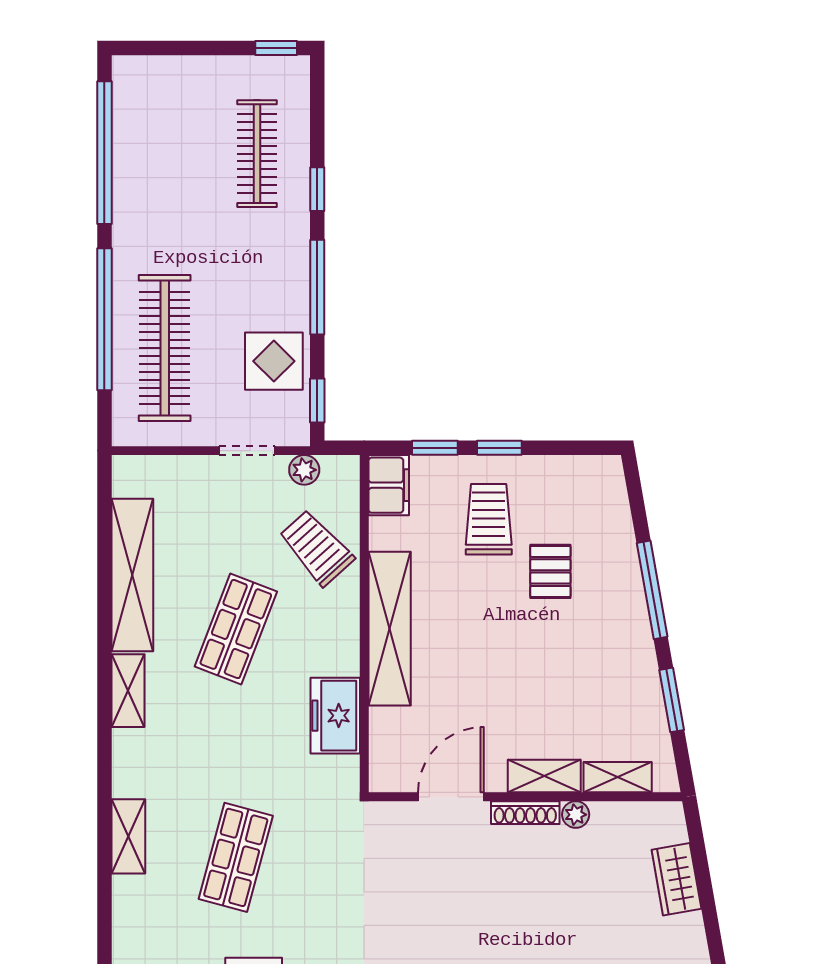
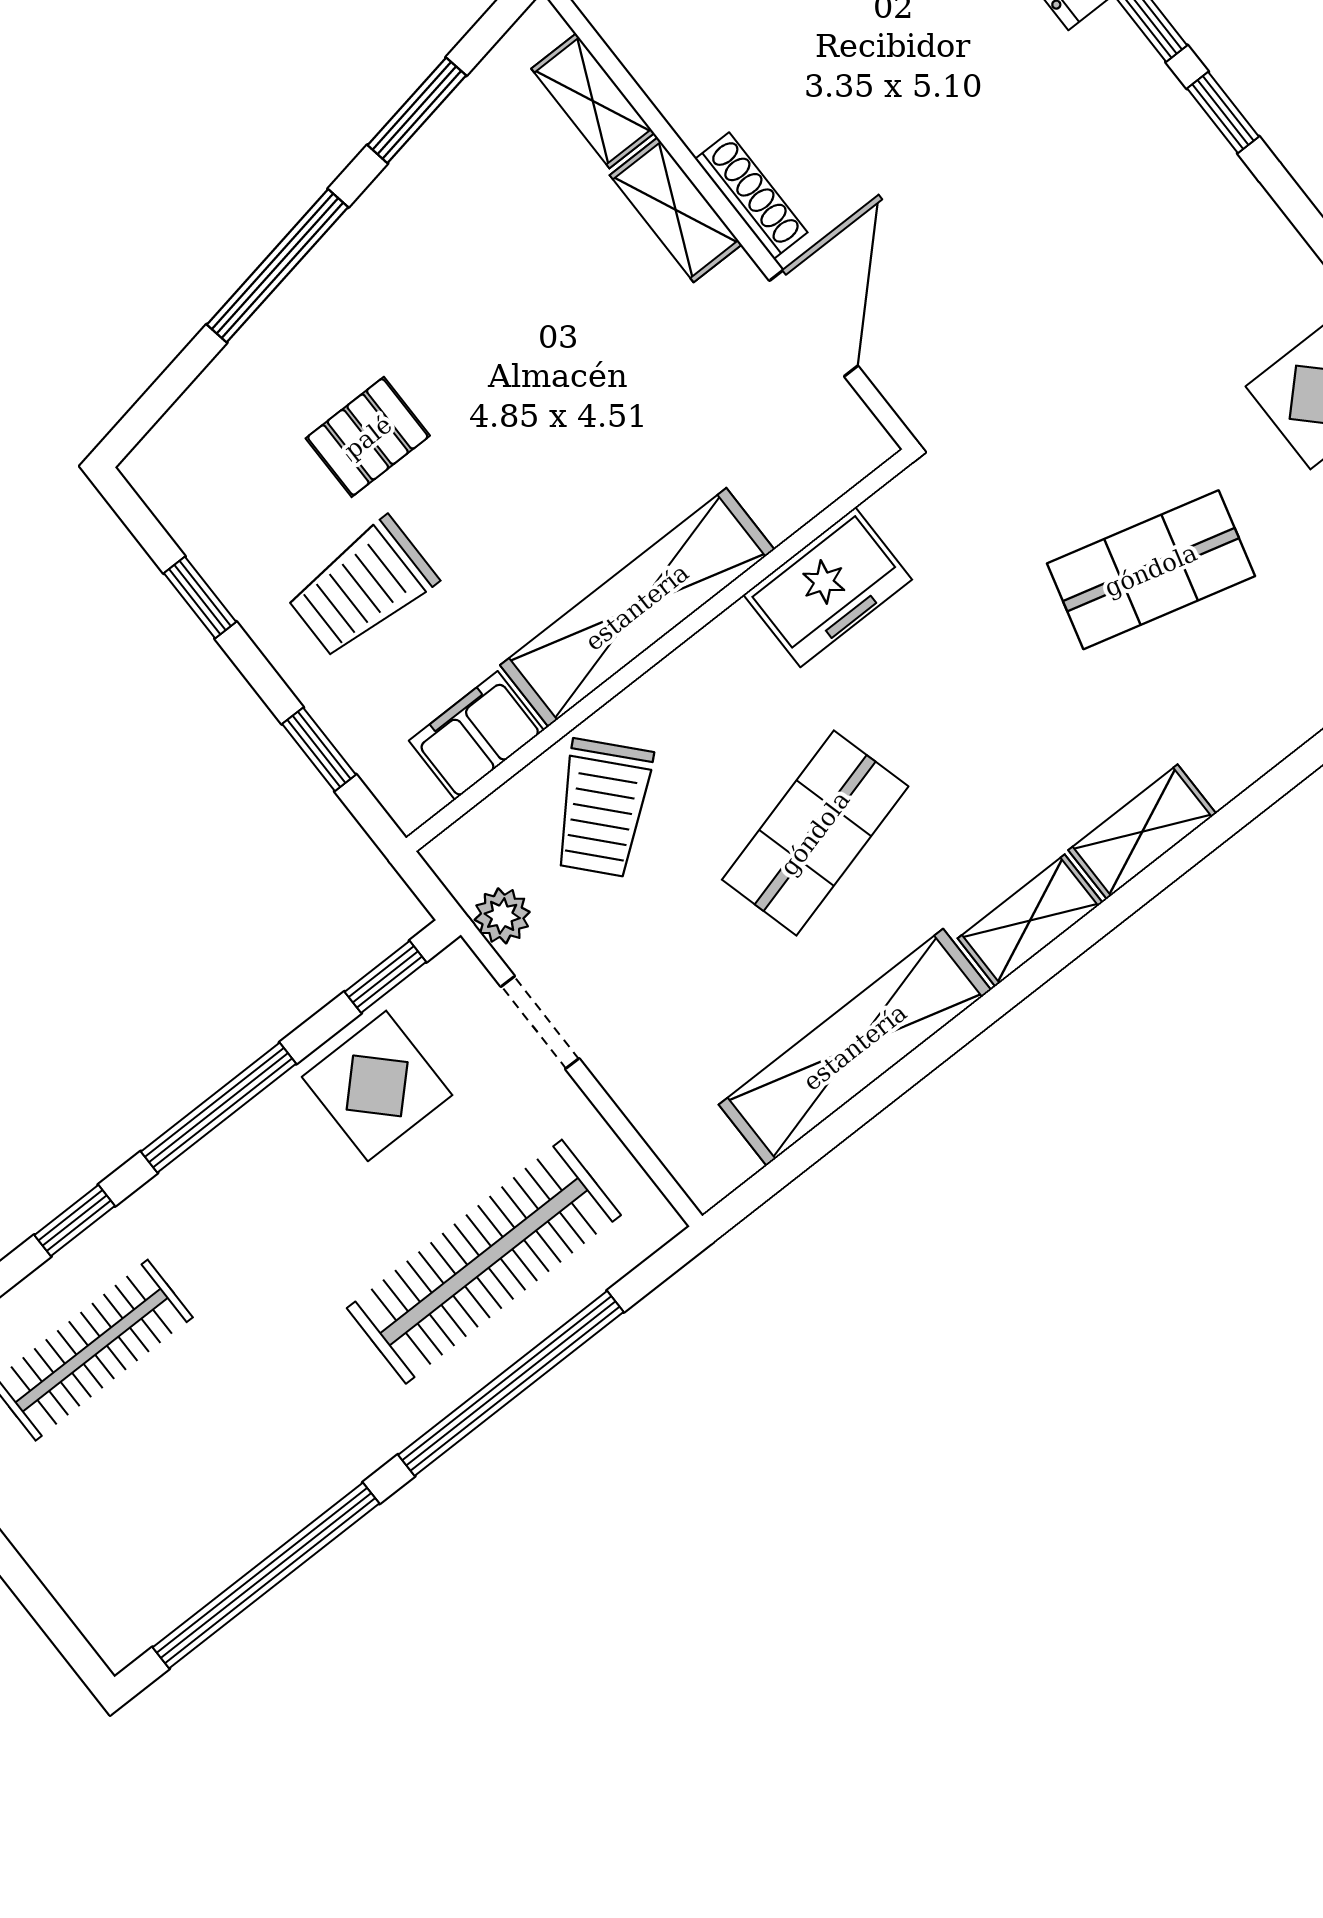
window: (499, 448) -> (200, 598), moved
filing cabinet: (389, 485) -> (476, 735), moved
shop shelf: (236, 629) -> (815, 833), turned -36
door: (451, 797) -> (814, 323), swing flipped
plant: (576, 815) -> (696, 119), removed
shelving: (128, 836) -> (1142, 832), moved

